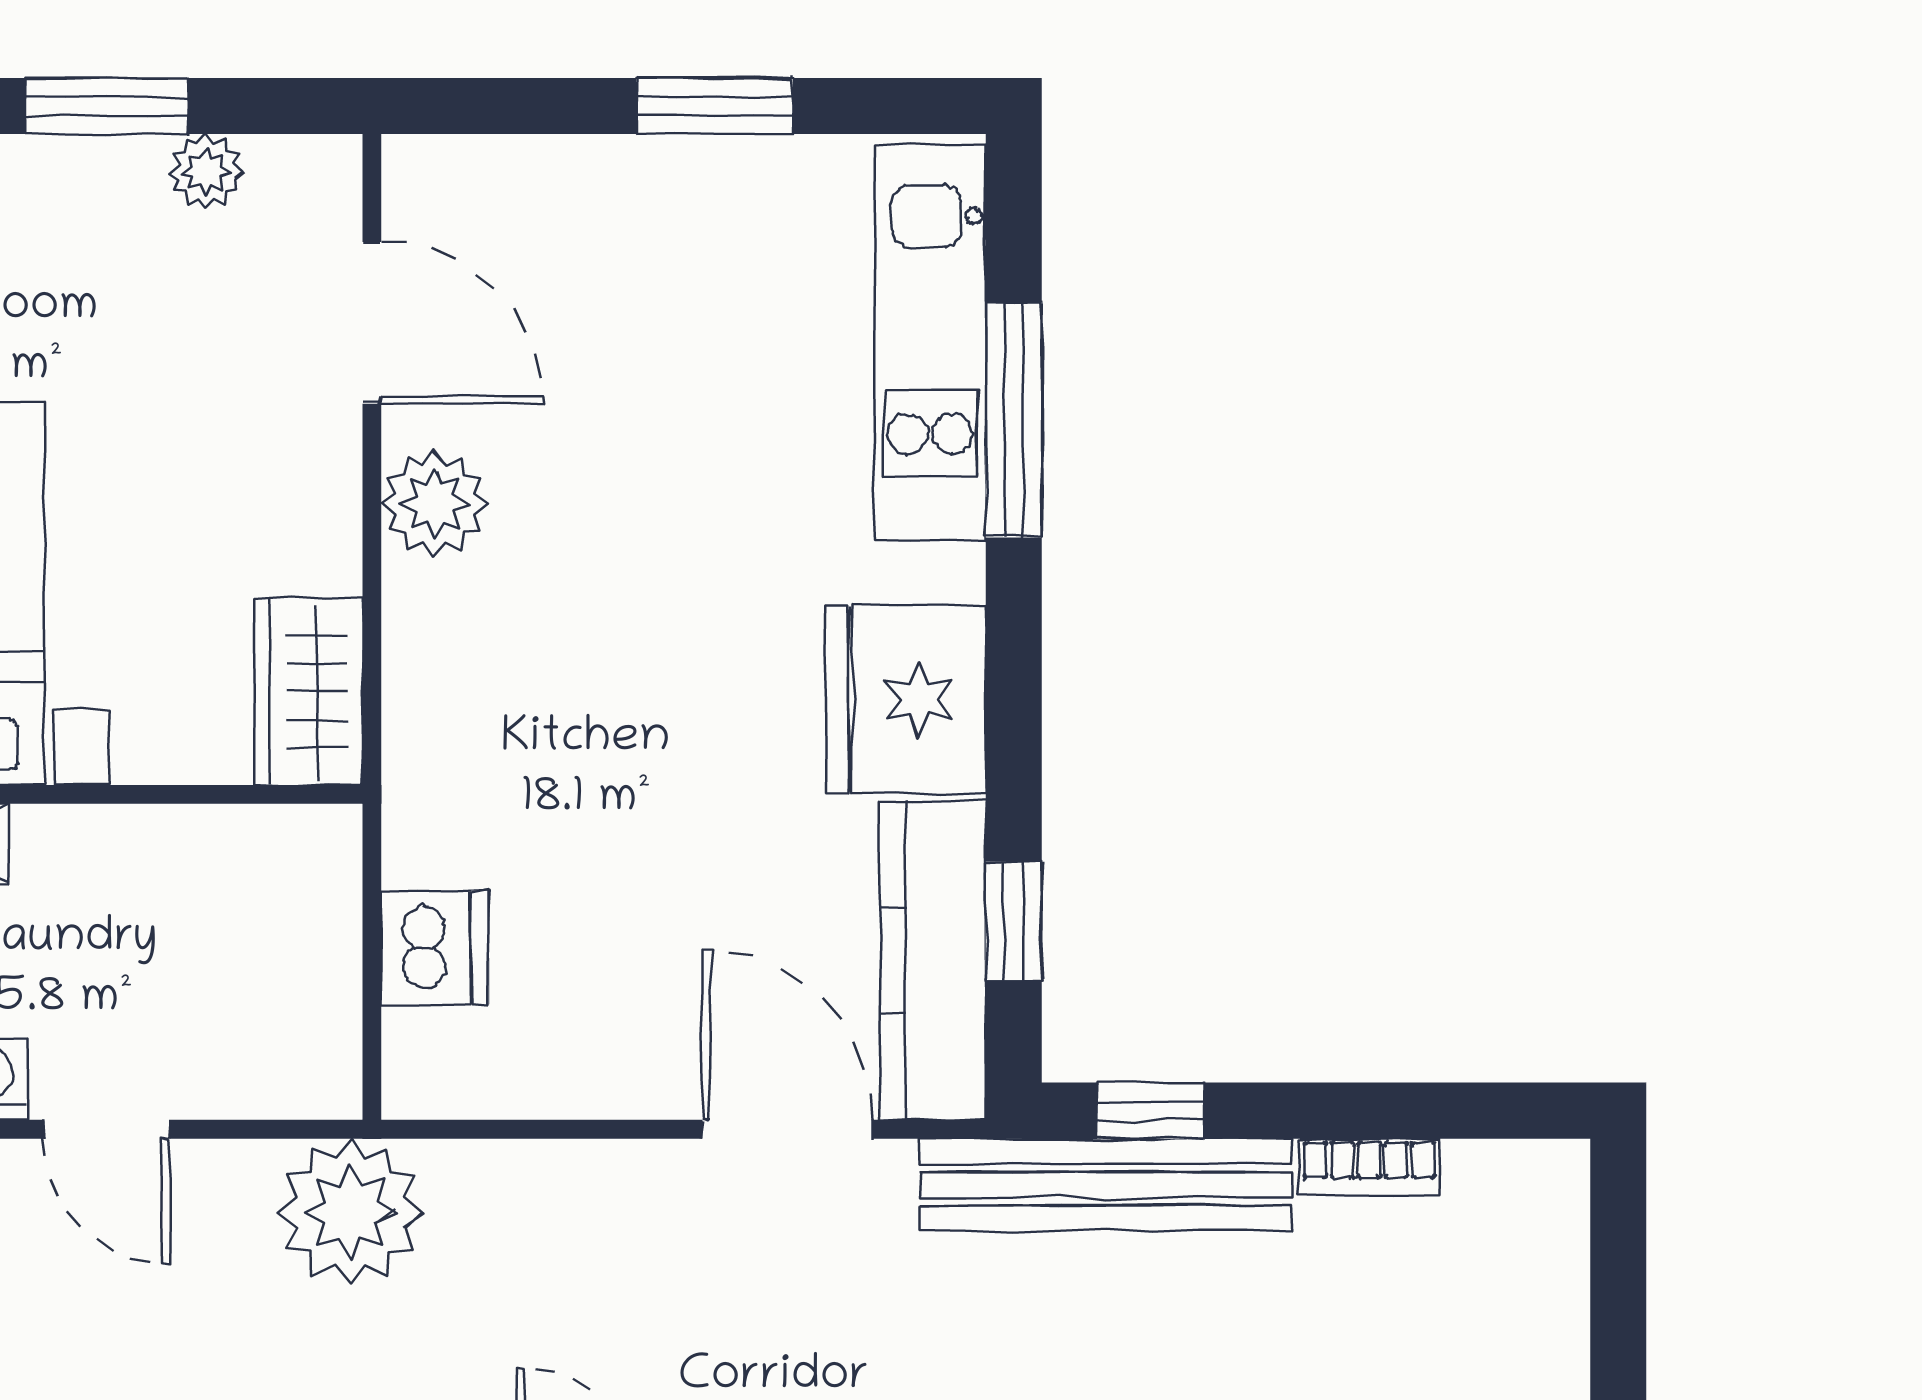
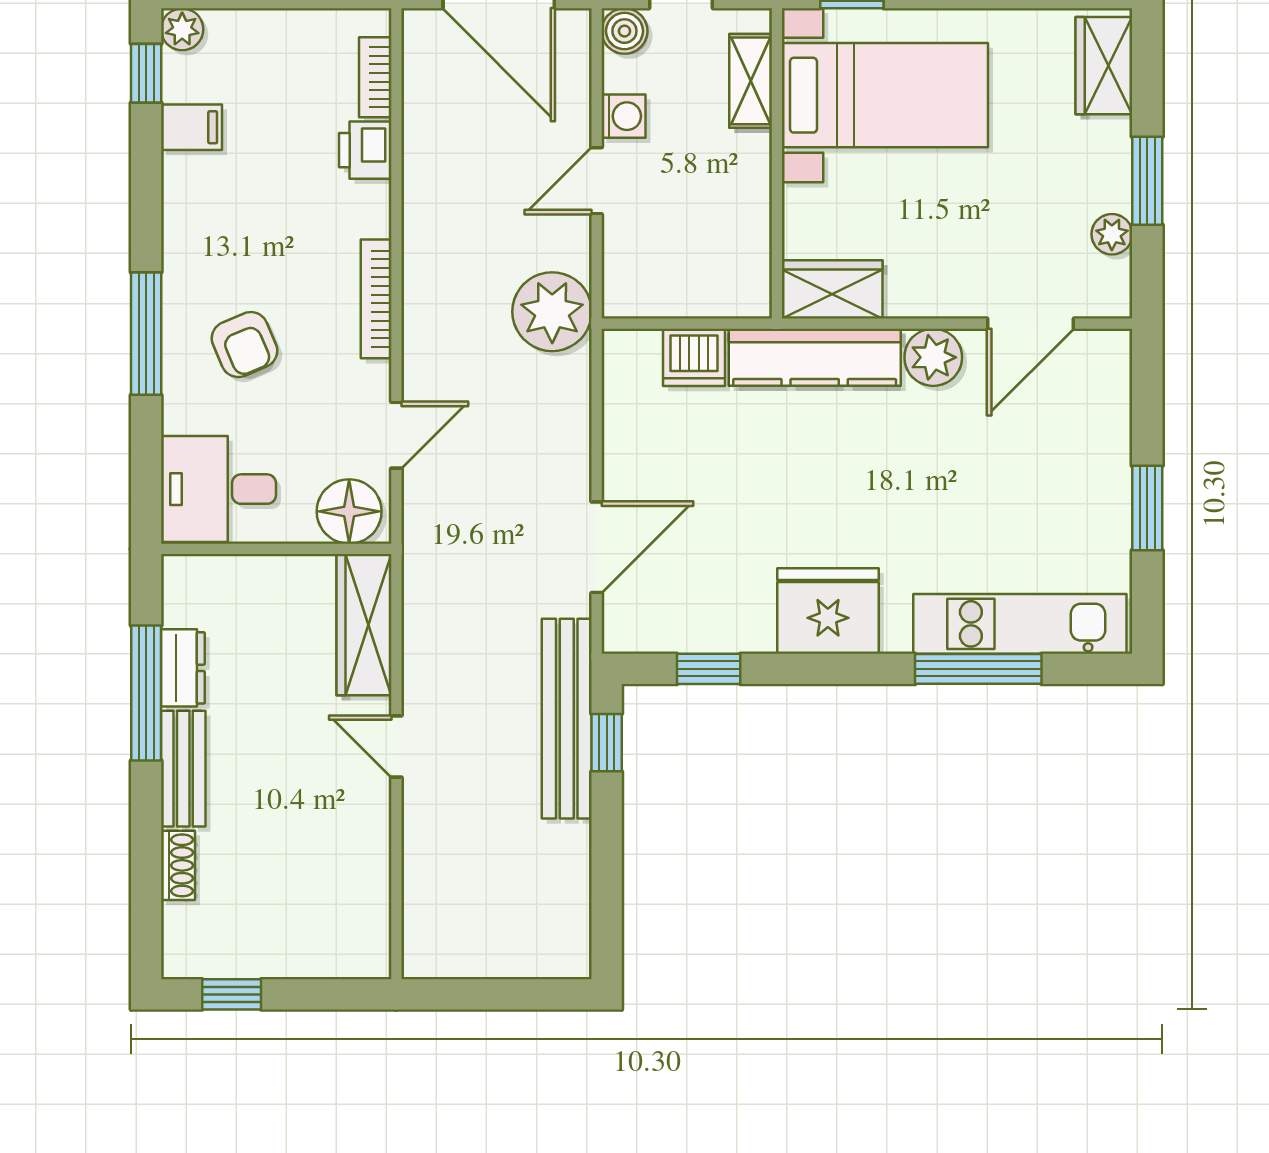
kitchen counter: (933, 960) -> (815, 357), moved, turned 180
bookcase: (1369, 1167) -> (576, 860), removed

